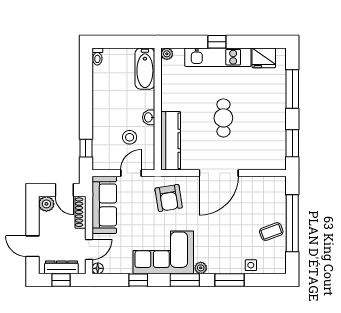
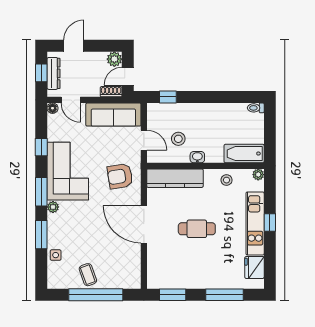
stool: (173, 87) -> (226, 180), added
shoe rack: (80, 212) -> (111, 92), width x0.70

